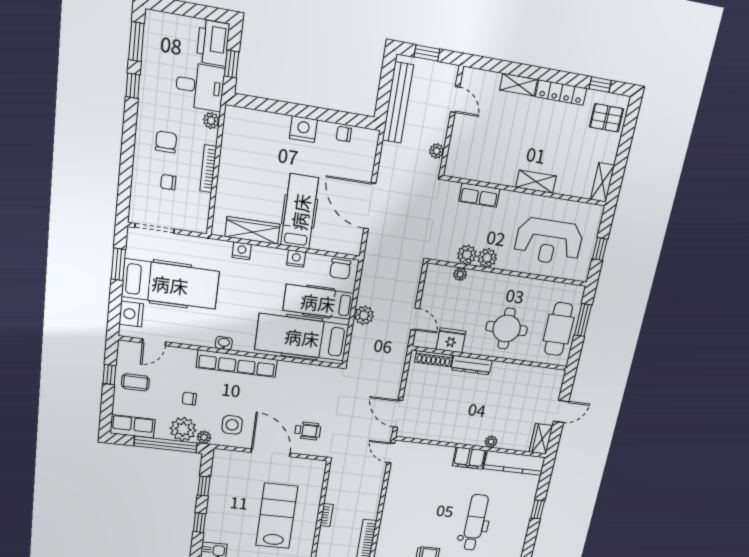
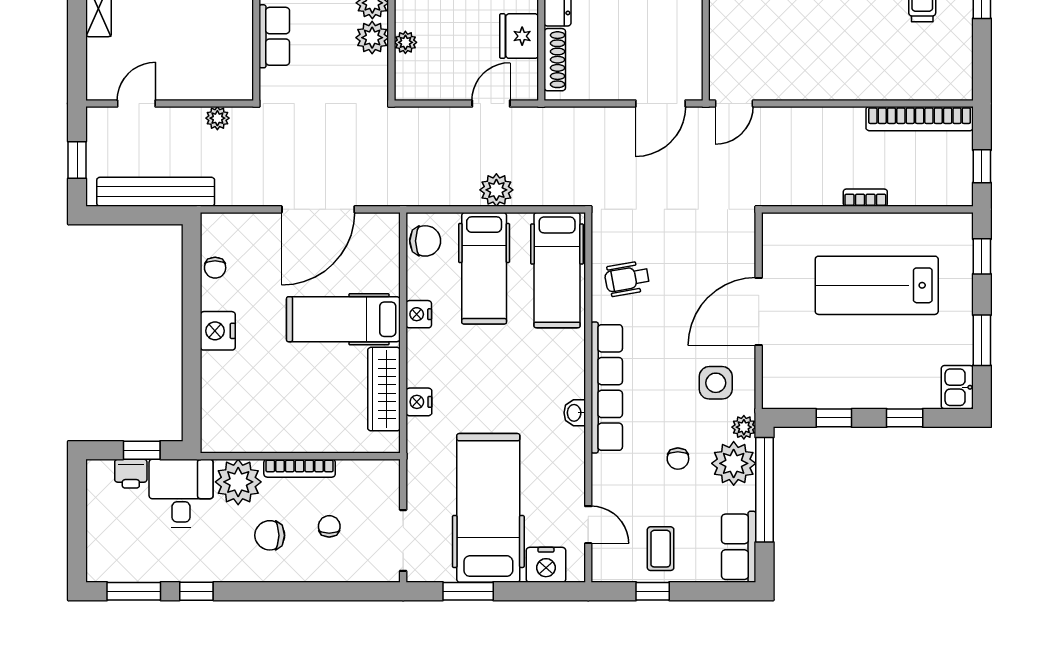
printer: (213, 43) -> (131, 474), width x0.53, depth x0.68
plant: (211, 121) -> (238, 482), width x1.88, depth x1.88
chair: (168, 182) -> (329, 526), turned 180
hospital bed: (302, 337) -> (557, 270), width x0.73, depth x0.78
wheelchair: (308, 431) -> (627, 279), moved, turned -100

